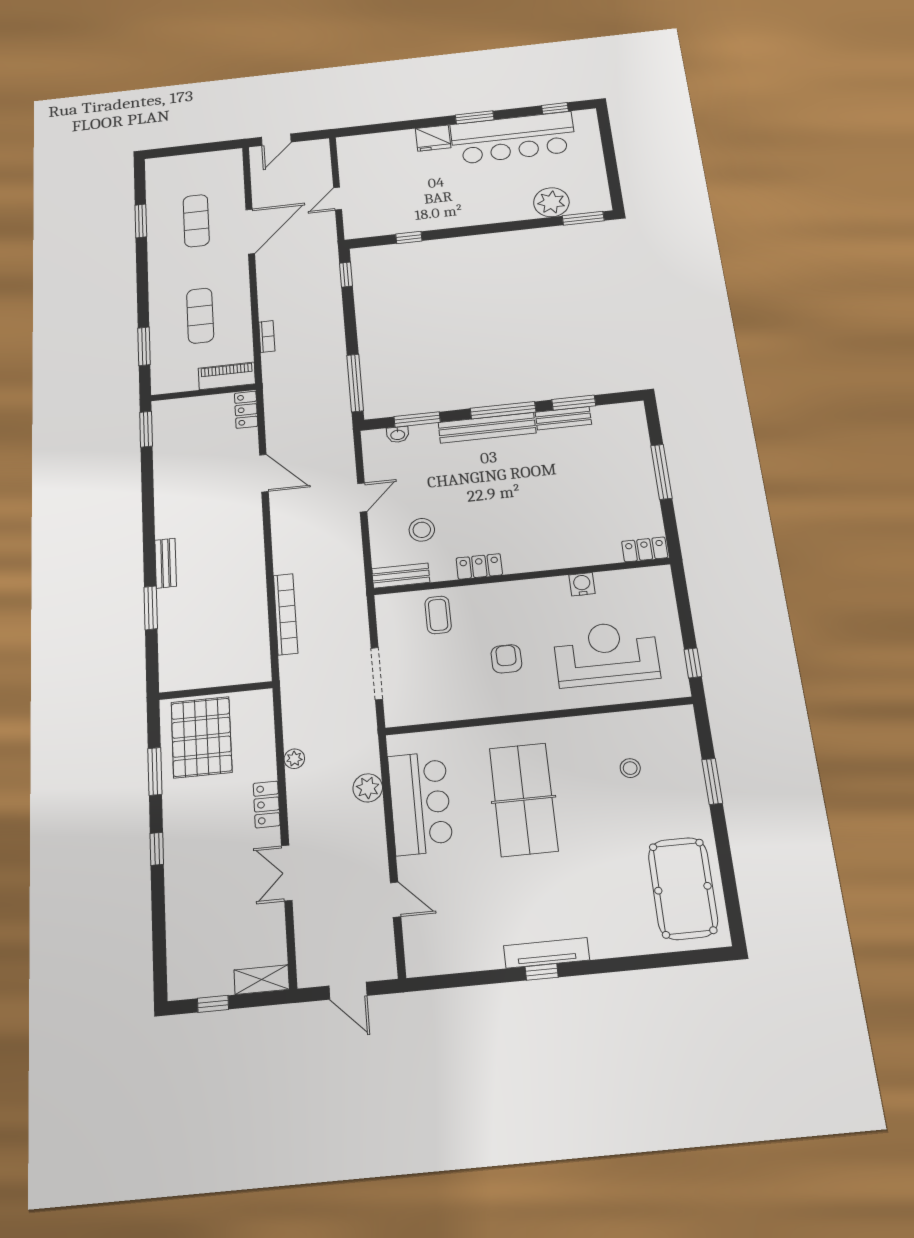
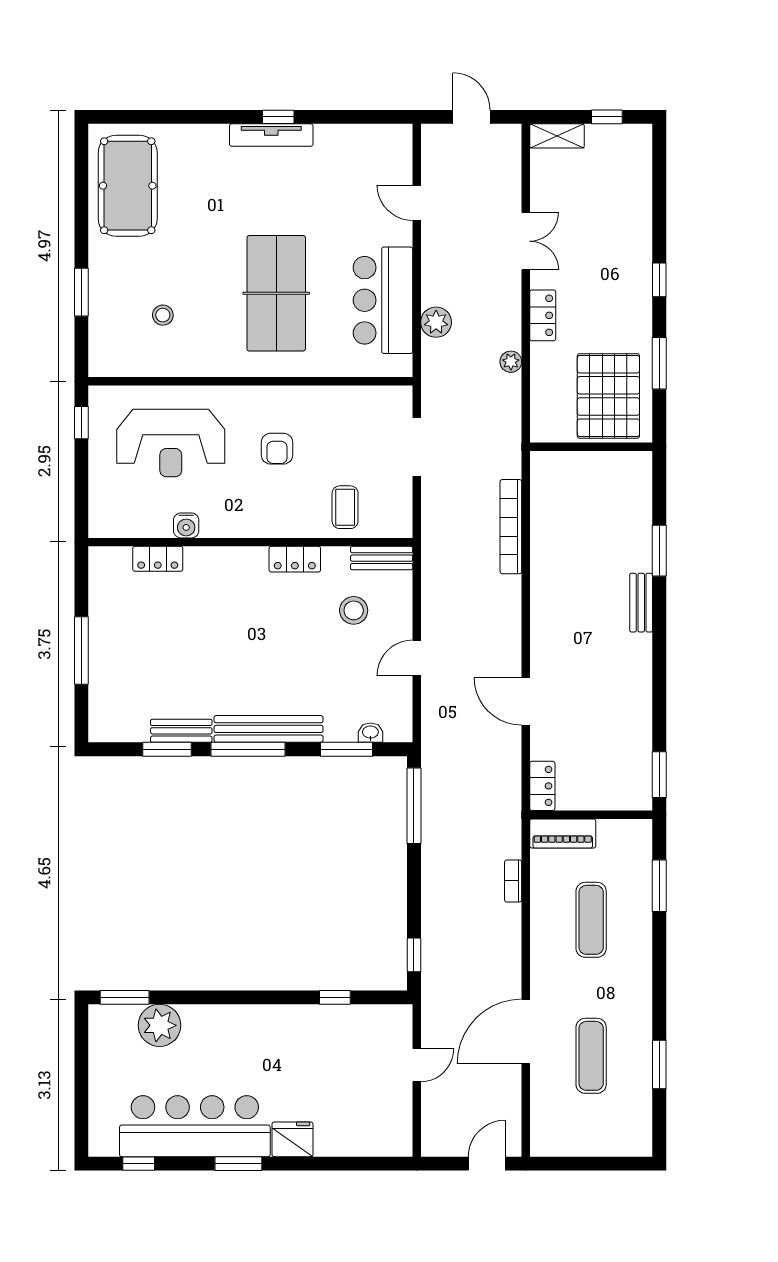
locker: (645, 549) -> (158, 559), moved

